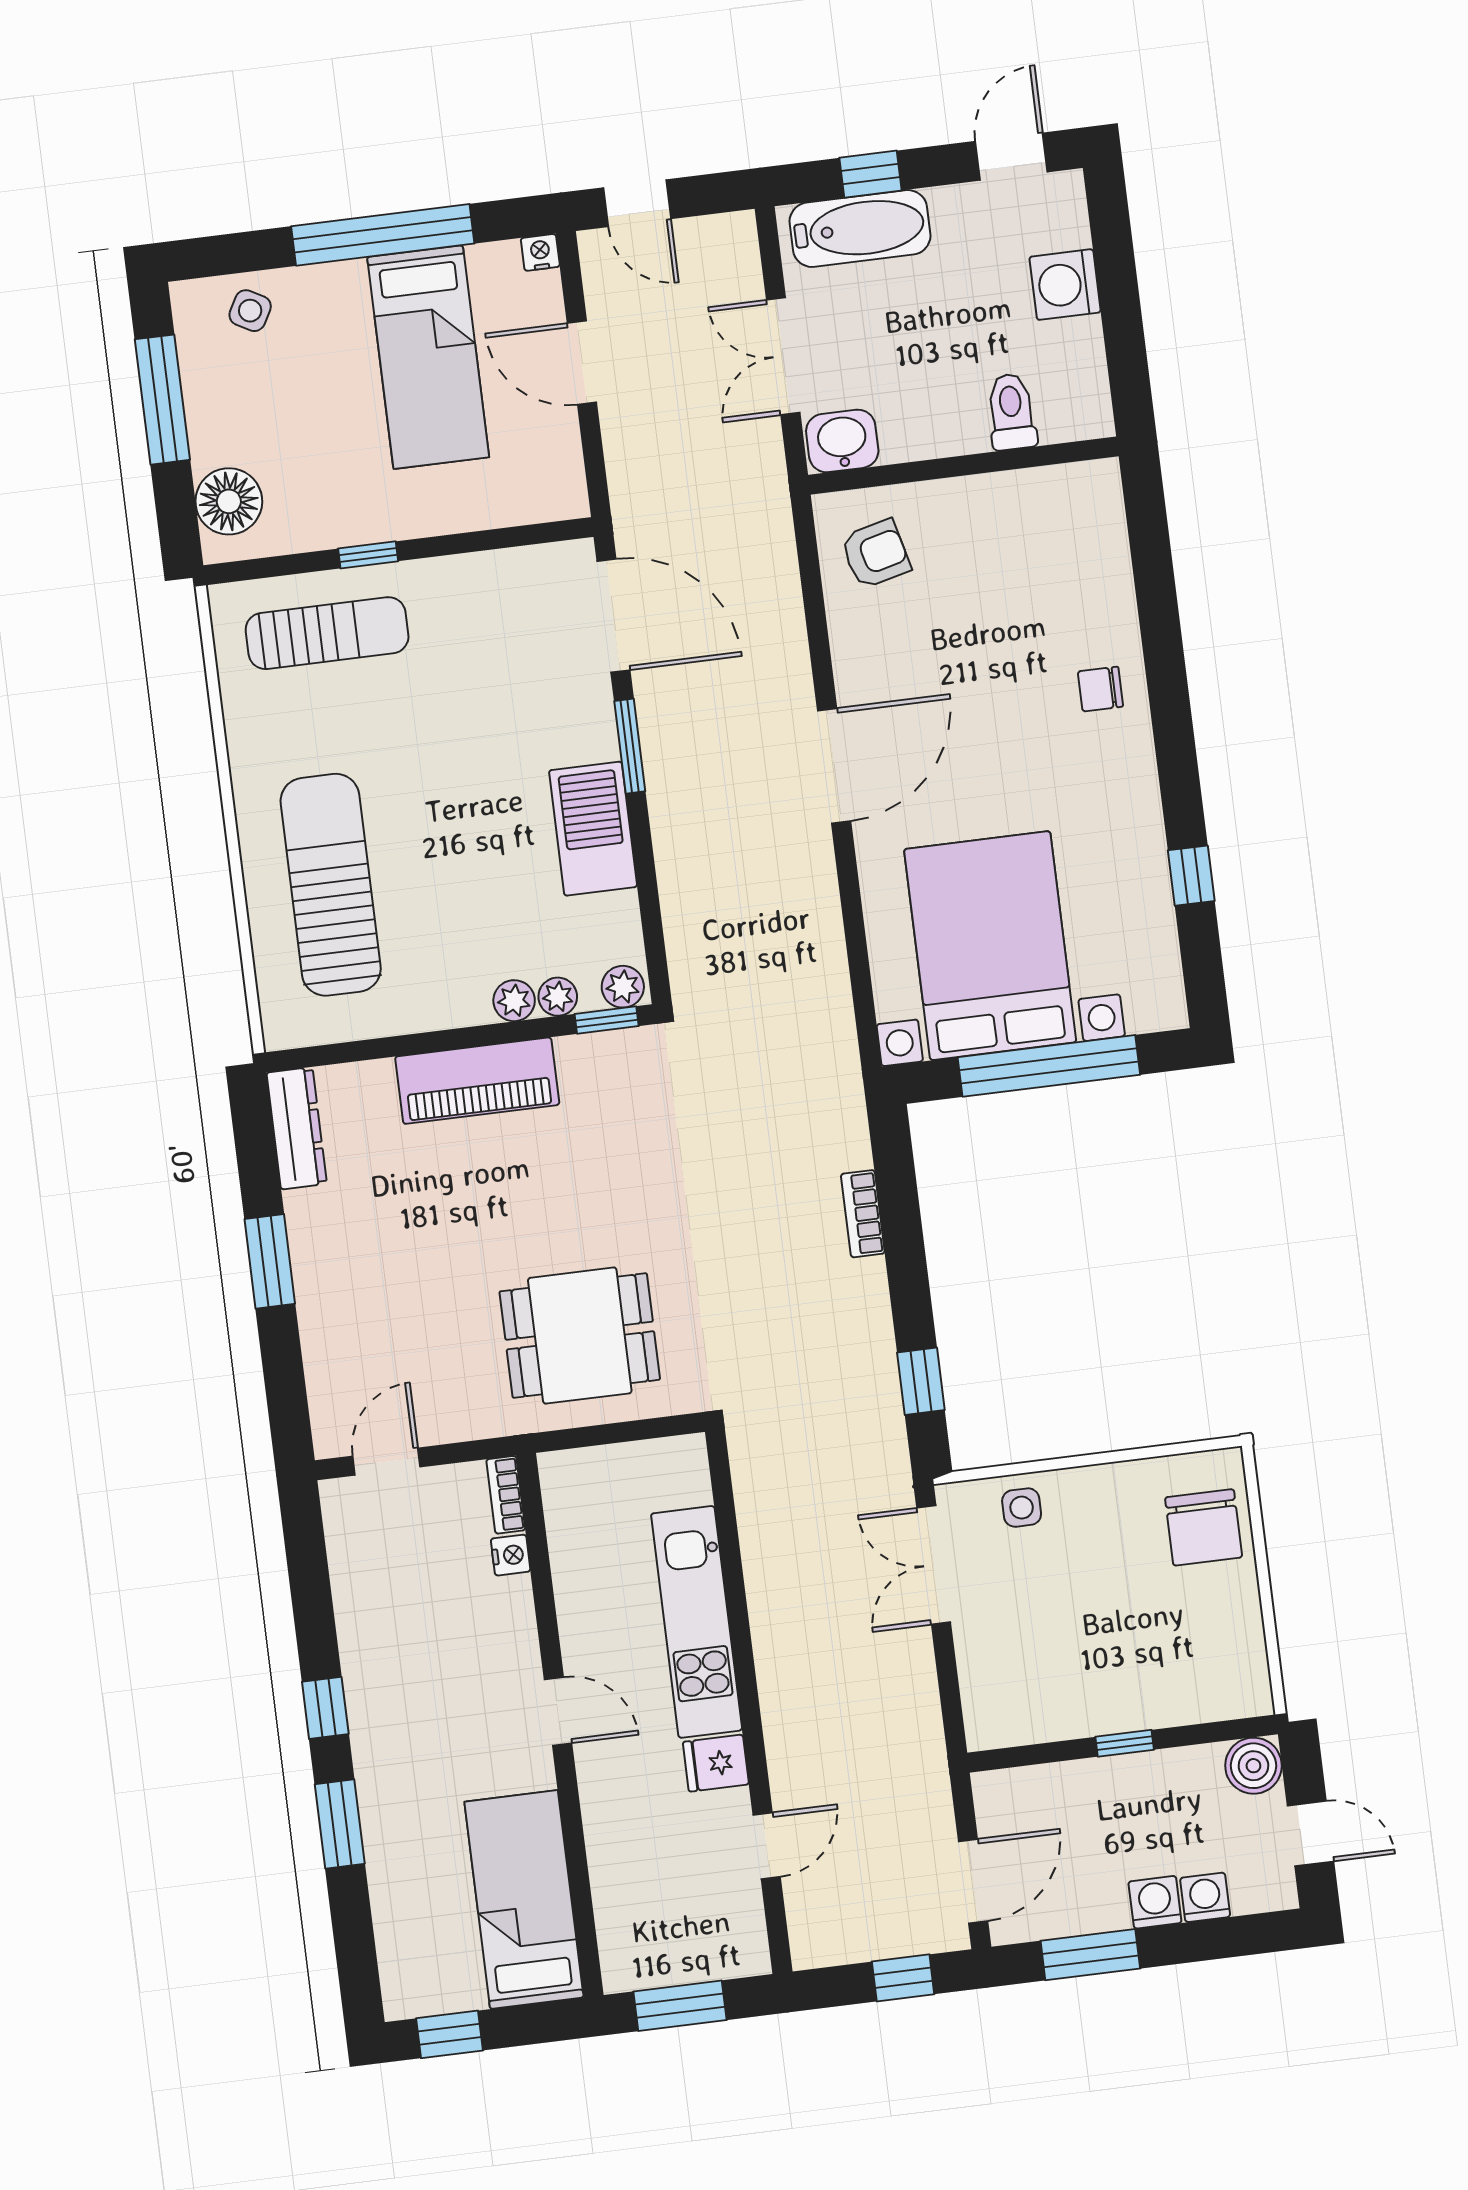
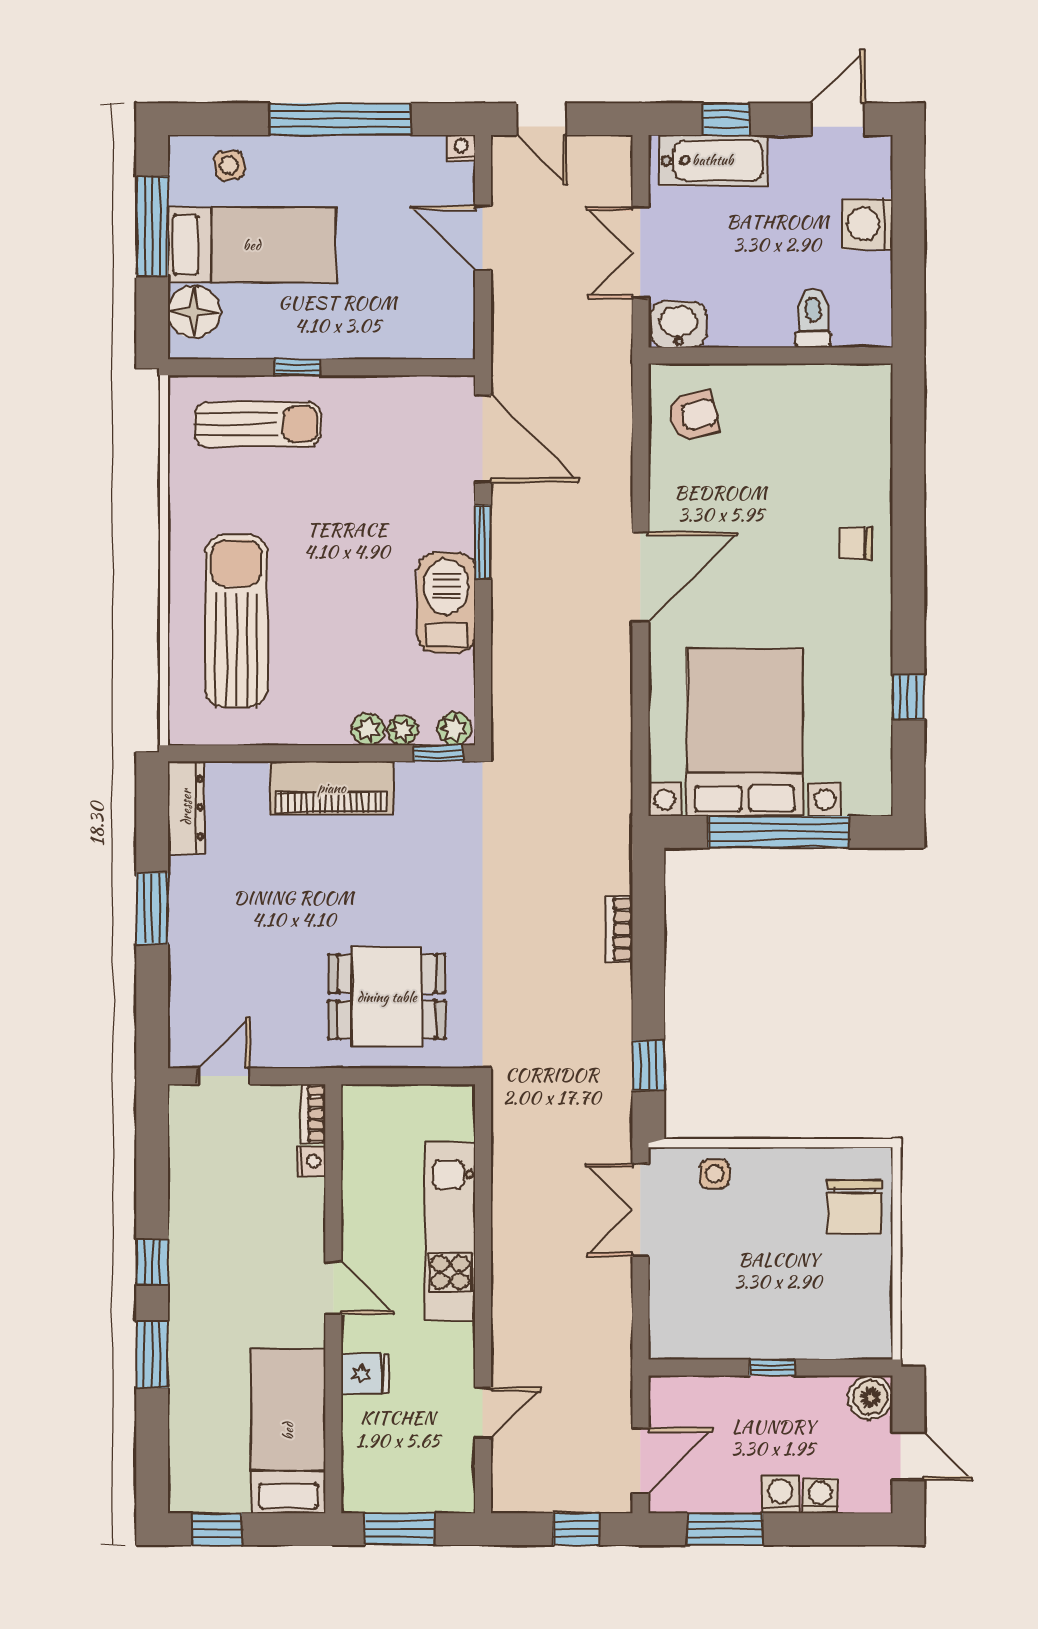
side table: (250, 311) -> (229, 165), turned -35
bed: (428, 357) -> (252, 245), moved, turned -90
fridge: (716, 1763) -> (365, 1374), moved, turned 180

